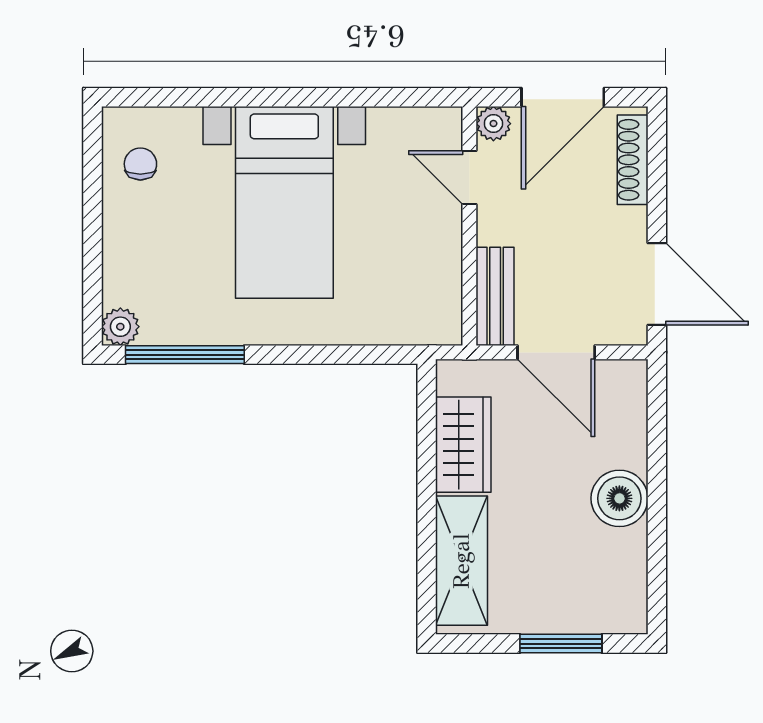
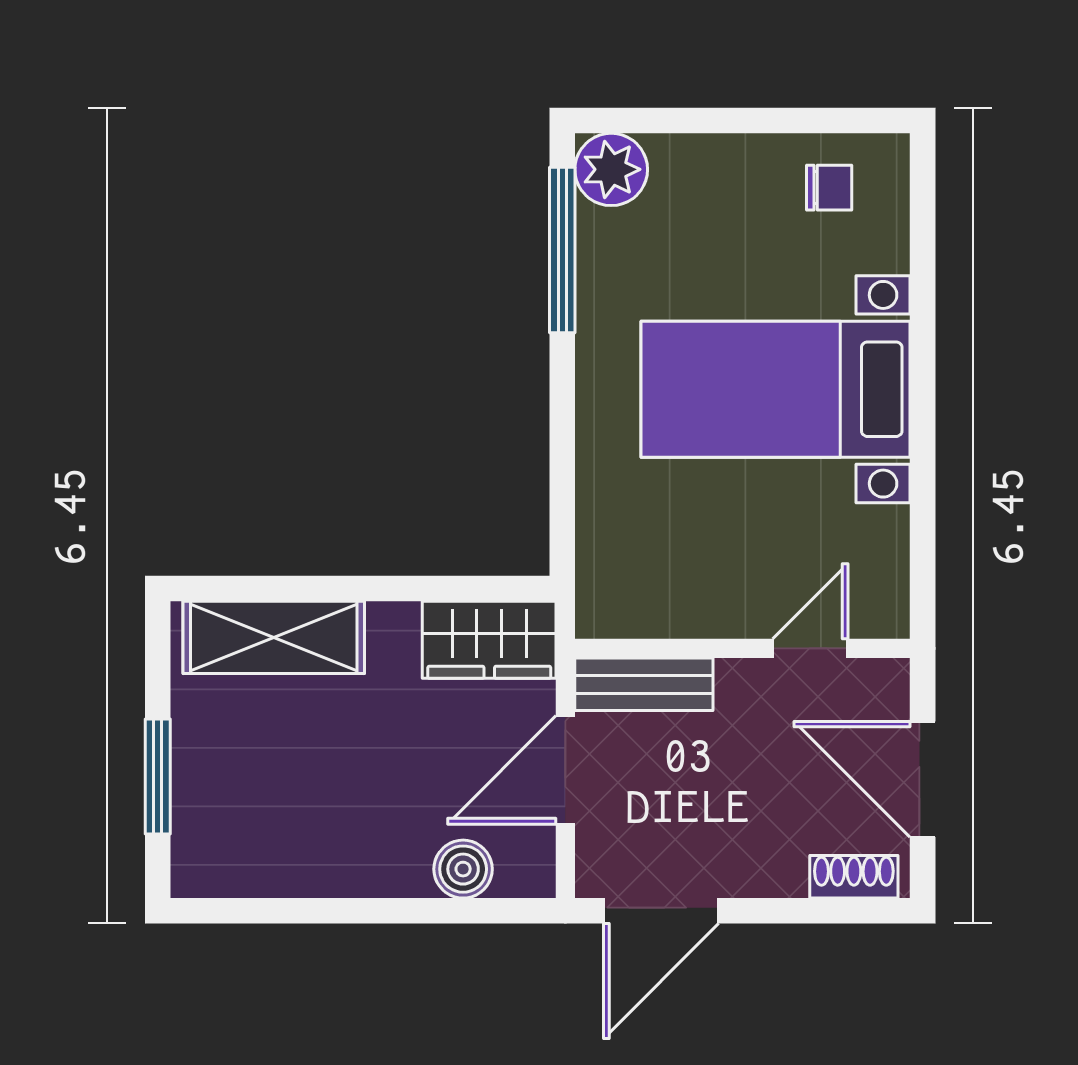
plant: (493, 124) -> (886, 682), removed
shoe rack: (633, 160) -> (854, 877), width x0.70
plant: (120, 327) -> (611, 169), width x1.38, depth x1.38
wardrobe: (463, 445) -> (489, 640), moved
boiler: (619, 498) -> (463, 869), moved, width x0.73, depth x0.73

